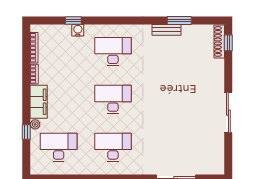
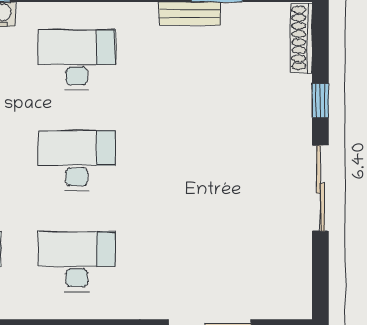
window: (228, 43) -> (320, 101), moved

